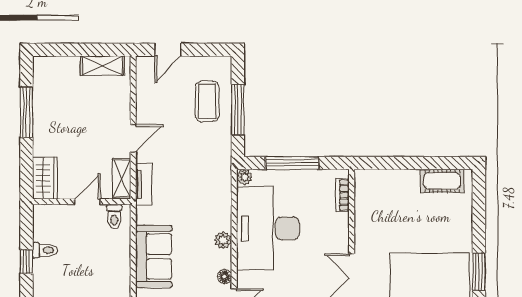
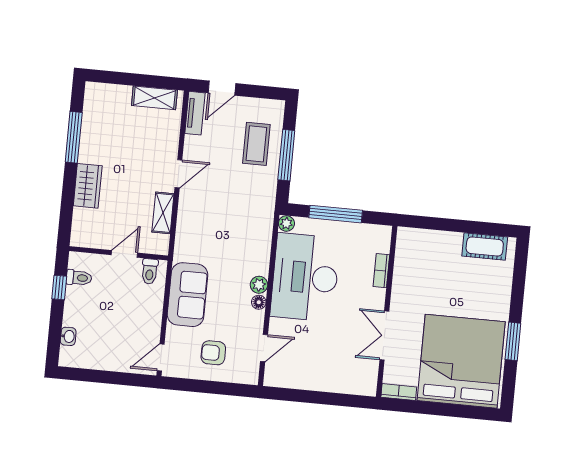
wardrobe: (45, 178) -> (88, 186), moved
tv unit: (144, 184) -> (195, 113), moved
bookcase: (342, 195) -> (381, 271), moved
wall: (82, 202) -> (118, 253), moved
door: (87, 202) -> (124, 254), moved
toilet: (114, 217) -> (150, 271), moved
floor lamp: (225, 277) -> (259, 302), moved

